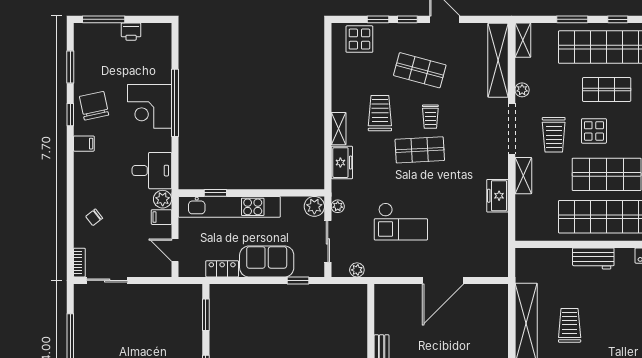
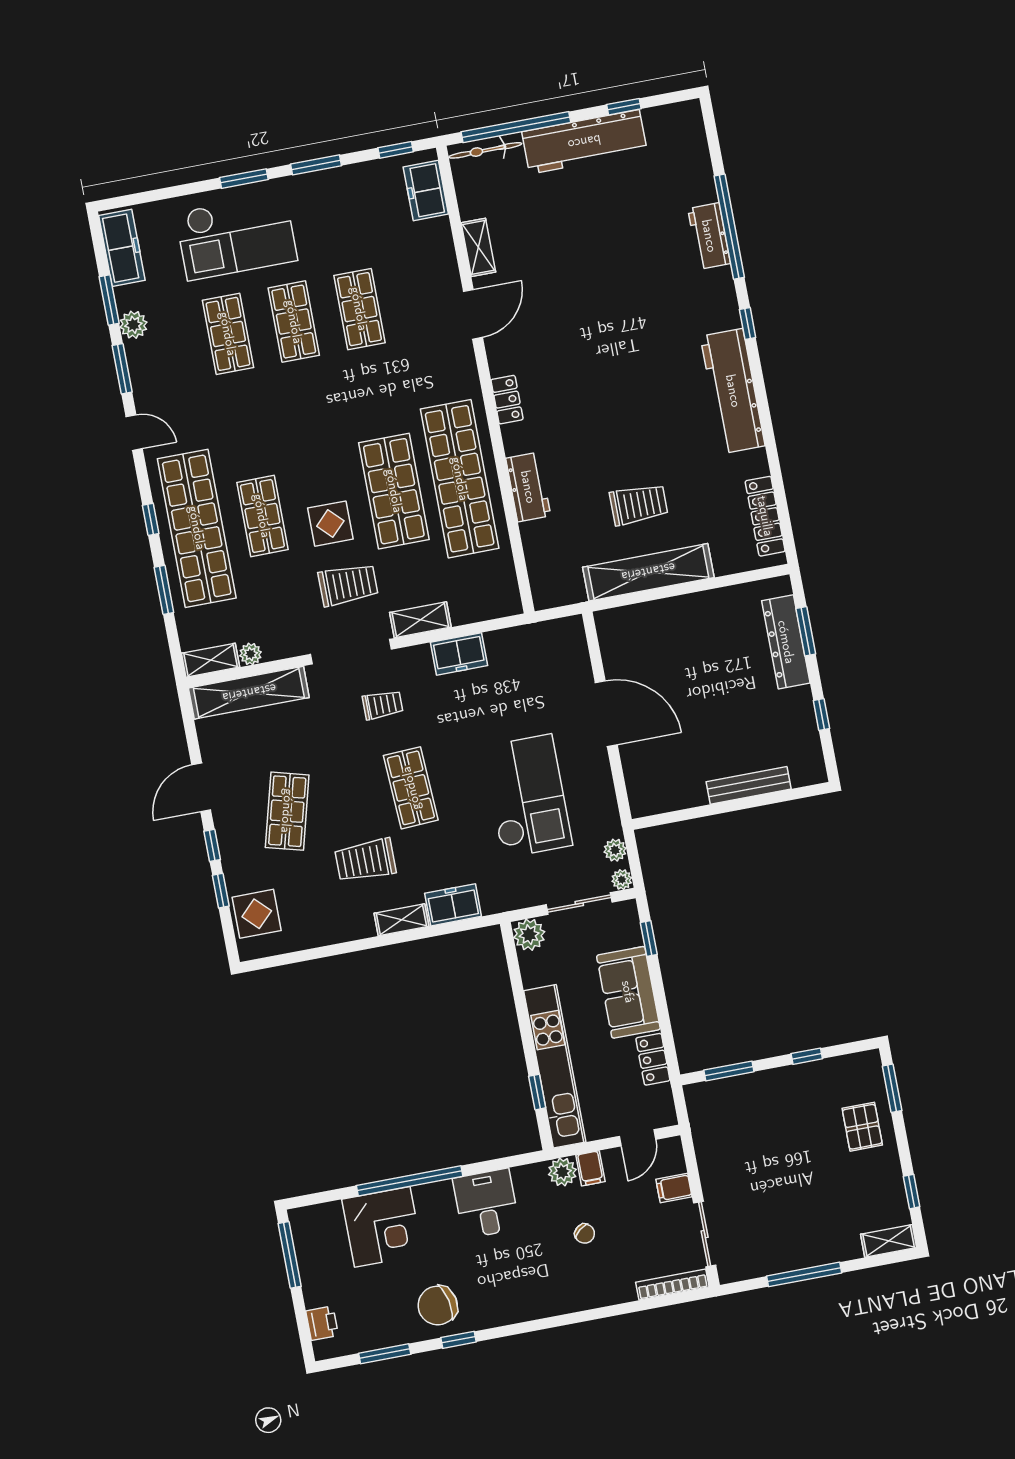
window: (104, 19) -> (290, 1255), moved
printer: (131, 32) -> (322, 1323), moved
plant: (522, 90) -> (251, 654), moved
corner desk: (150, 106) -> (382, 1227), moved
trolley: (430, 117) -> (383, 705), moved
filing cabinet: (84, 144) -> (674, 1188), moved, turned -90
desk: (152, 171) -> (486, 1203), moved
plant: (338, 206) -> (622, 880), moved
chair: (94, 217) -> (585, 1234), moved
checkout: (401, 222) -> (527, 796), width x1.36, depth x1.21
bookcase: (79, 263) -> (672, 1285), width x1.56
trolley: (570, 325) -> (639, 504), turned 180

